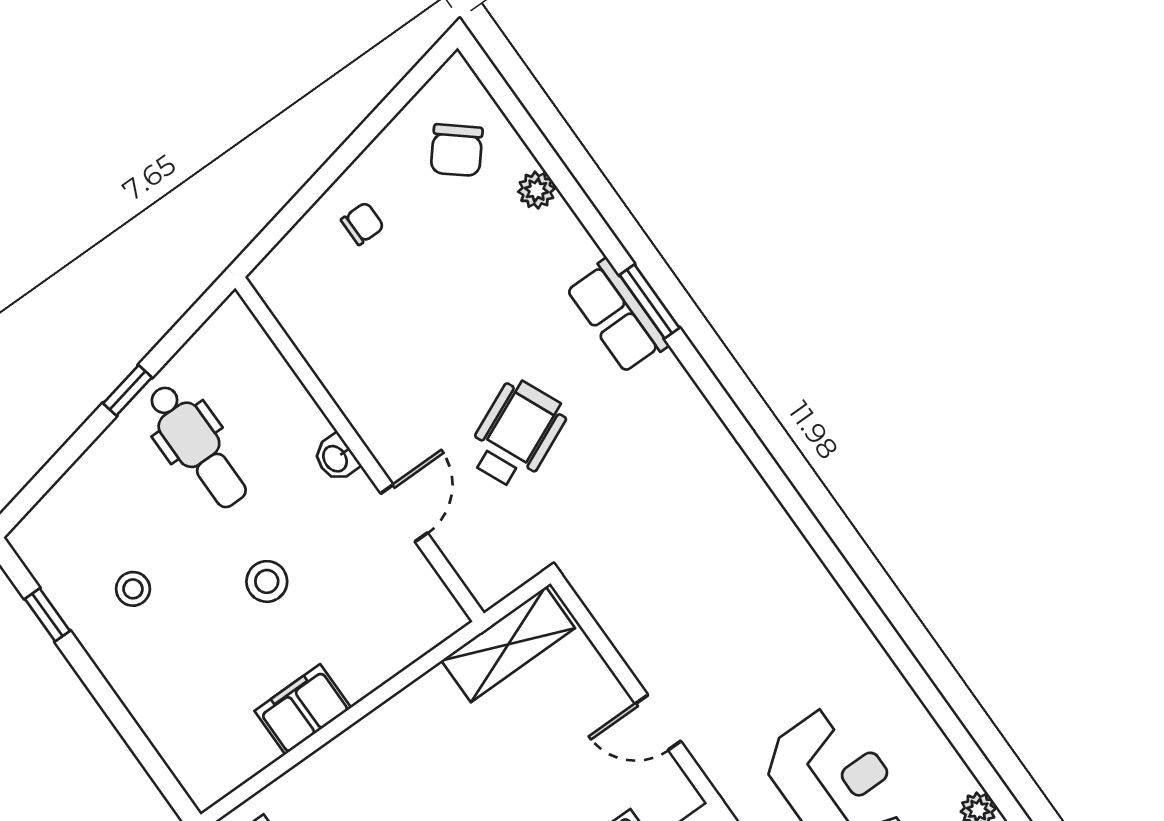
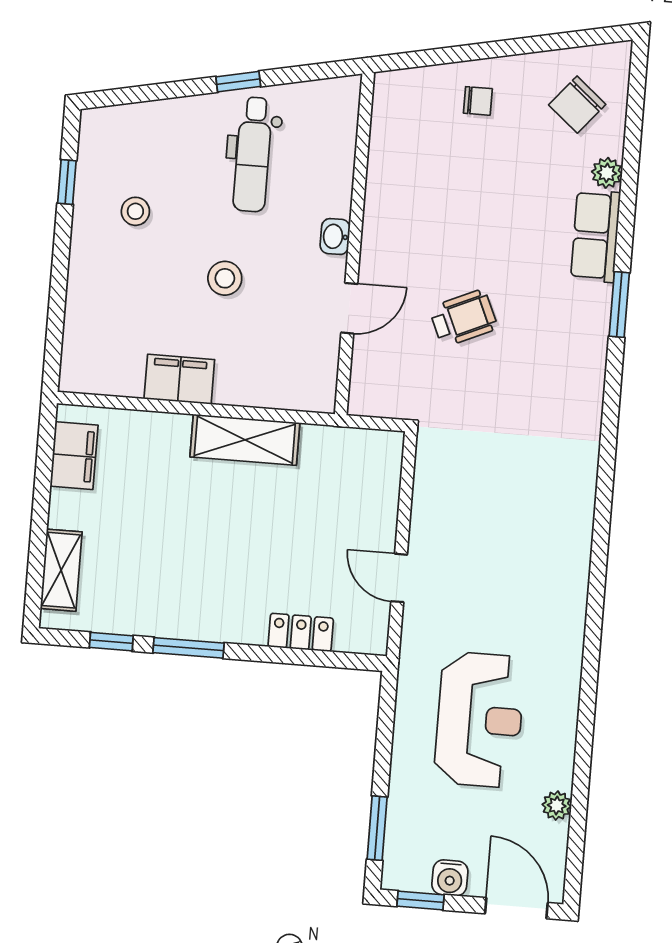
row of seats: (617, 316) -> (596, 236), moved
wheelchair: (517, 434) -> (463, 318), width x0.73, depth x0.73
shelving: (508, 644) -> (245, 440), moved

